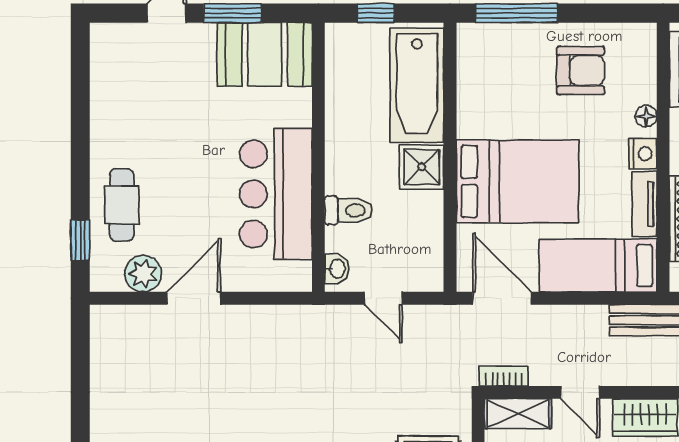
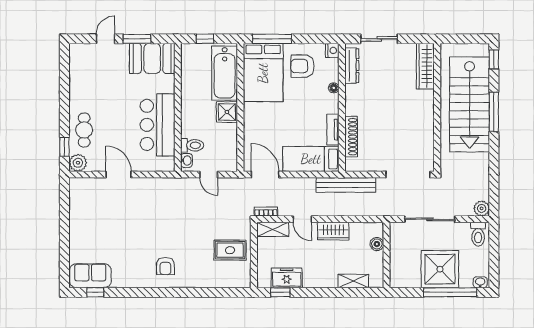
armchair: (580, 70) -> (302, 66), turned 180
nightstand: (643, 154) -> (332, 50), moved
bed: (518, 181) -> (263, 73), moved, turned 90
toilet: (349, 210) -> (192, 145), moved
plant: (143, 274) -> (78, 163), moved
door: (194, 298) -> (118, 174), hinge flipped

